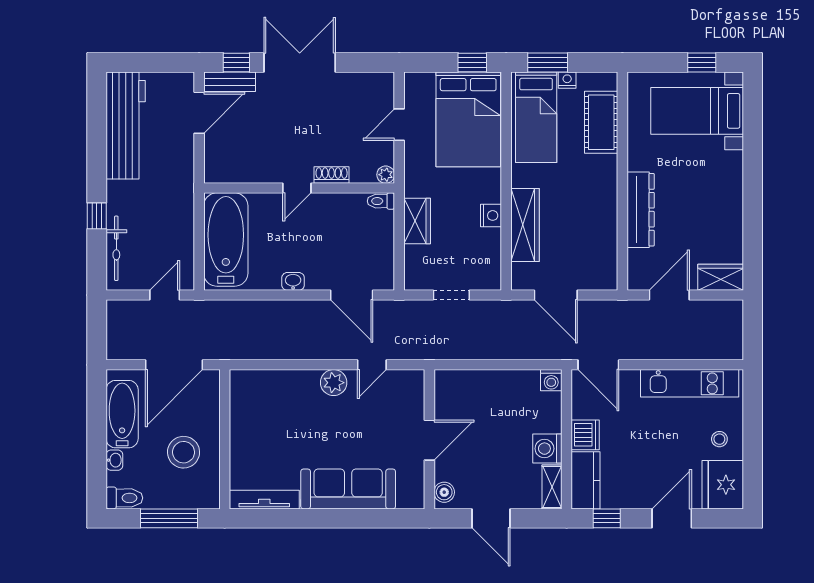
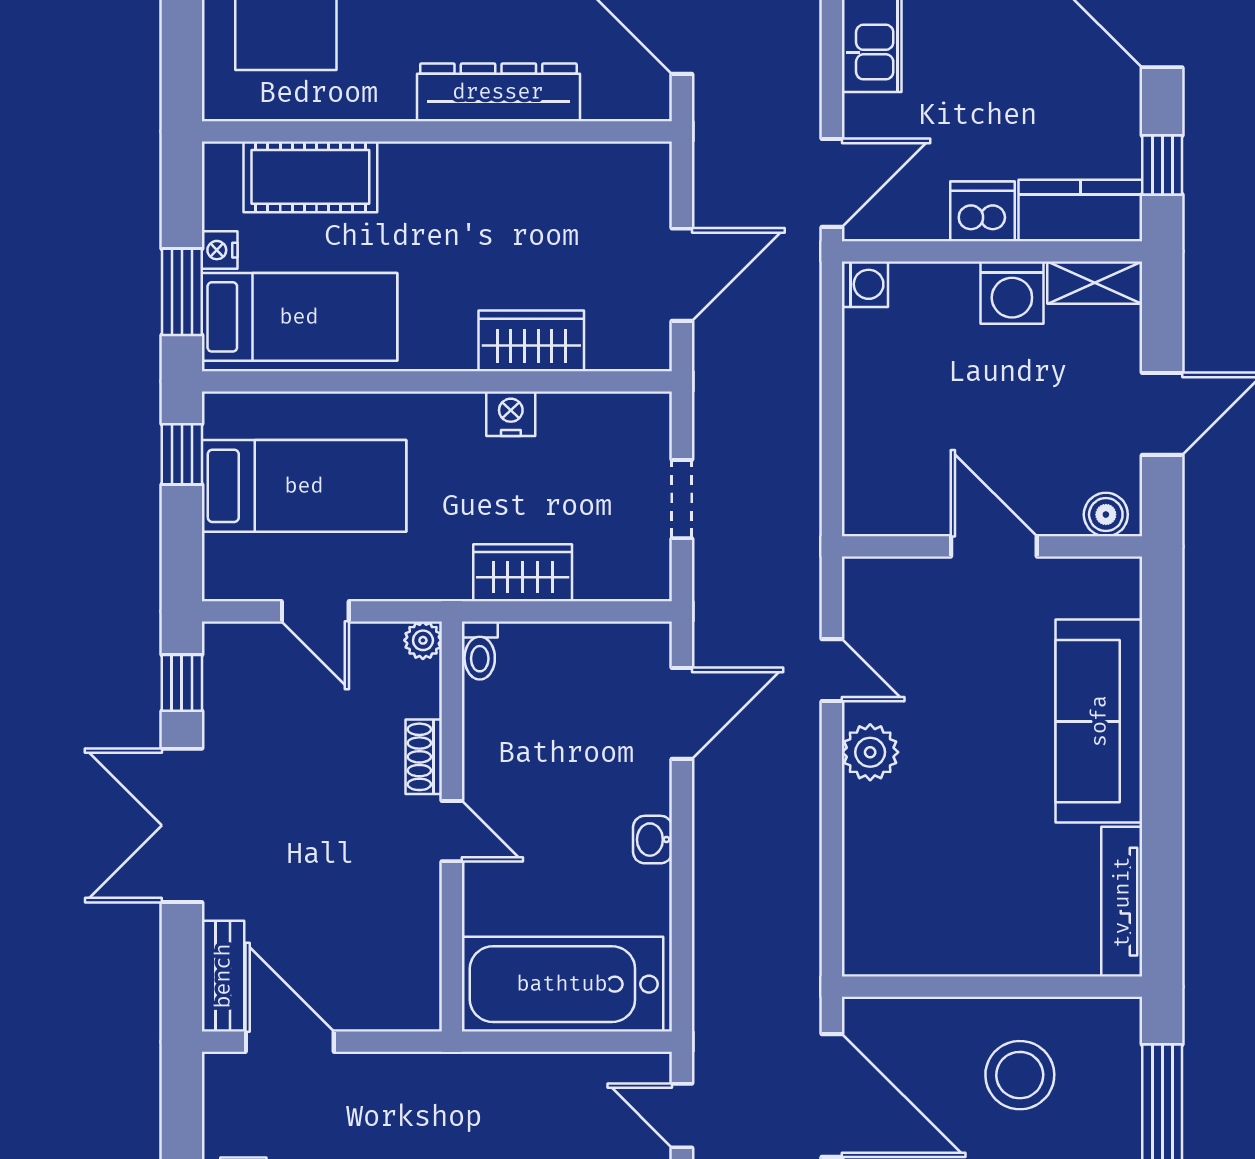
window: (236, 63) -> (182, 683), moved
bed: (468, 119) -> (304, 486), width x0.67
wardrobe: (525, 225) -> (531, 341), width x0.67

